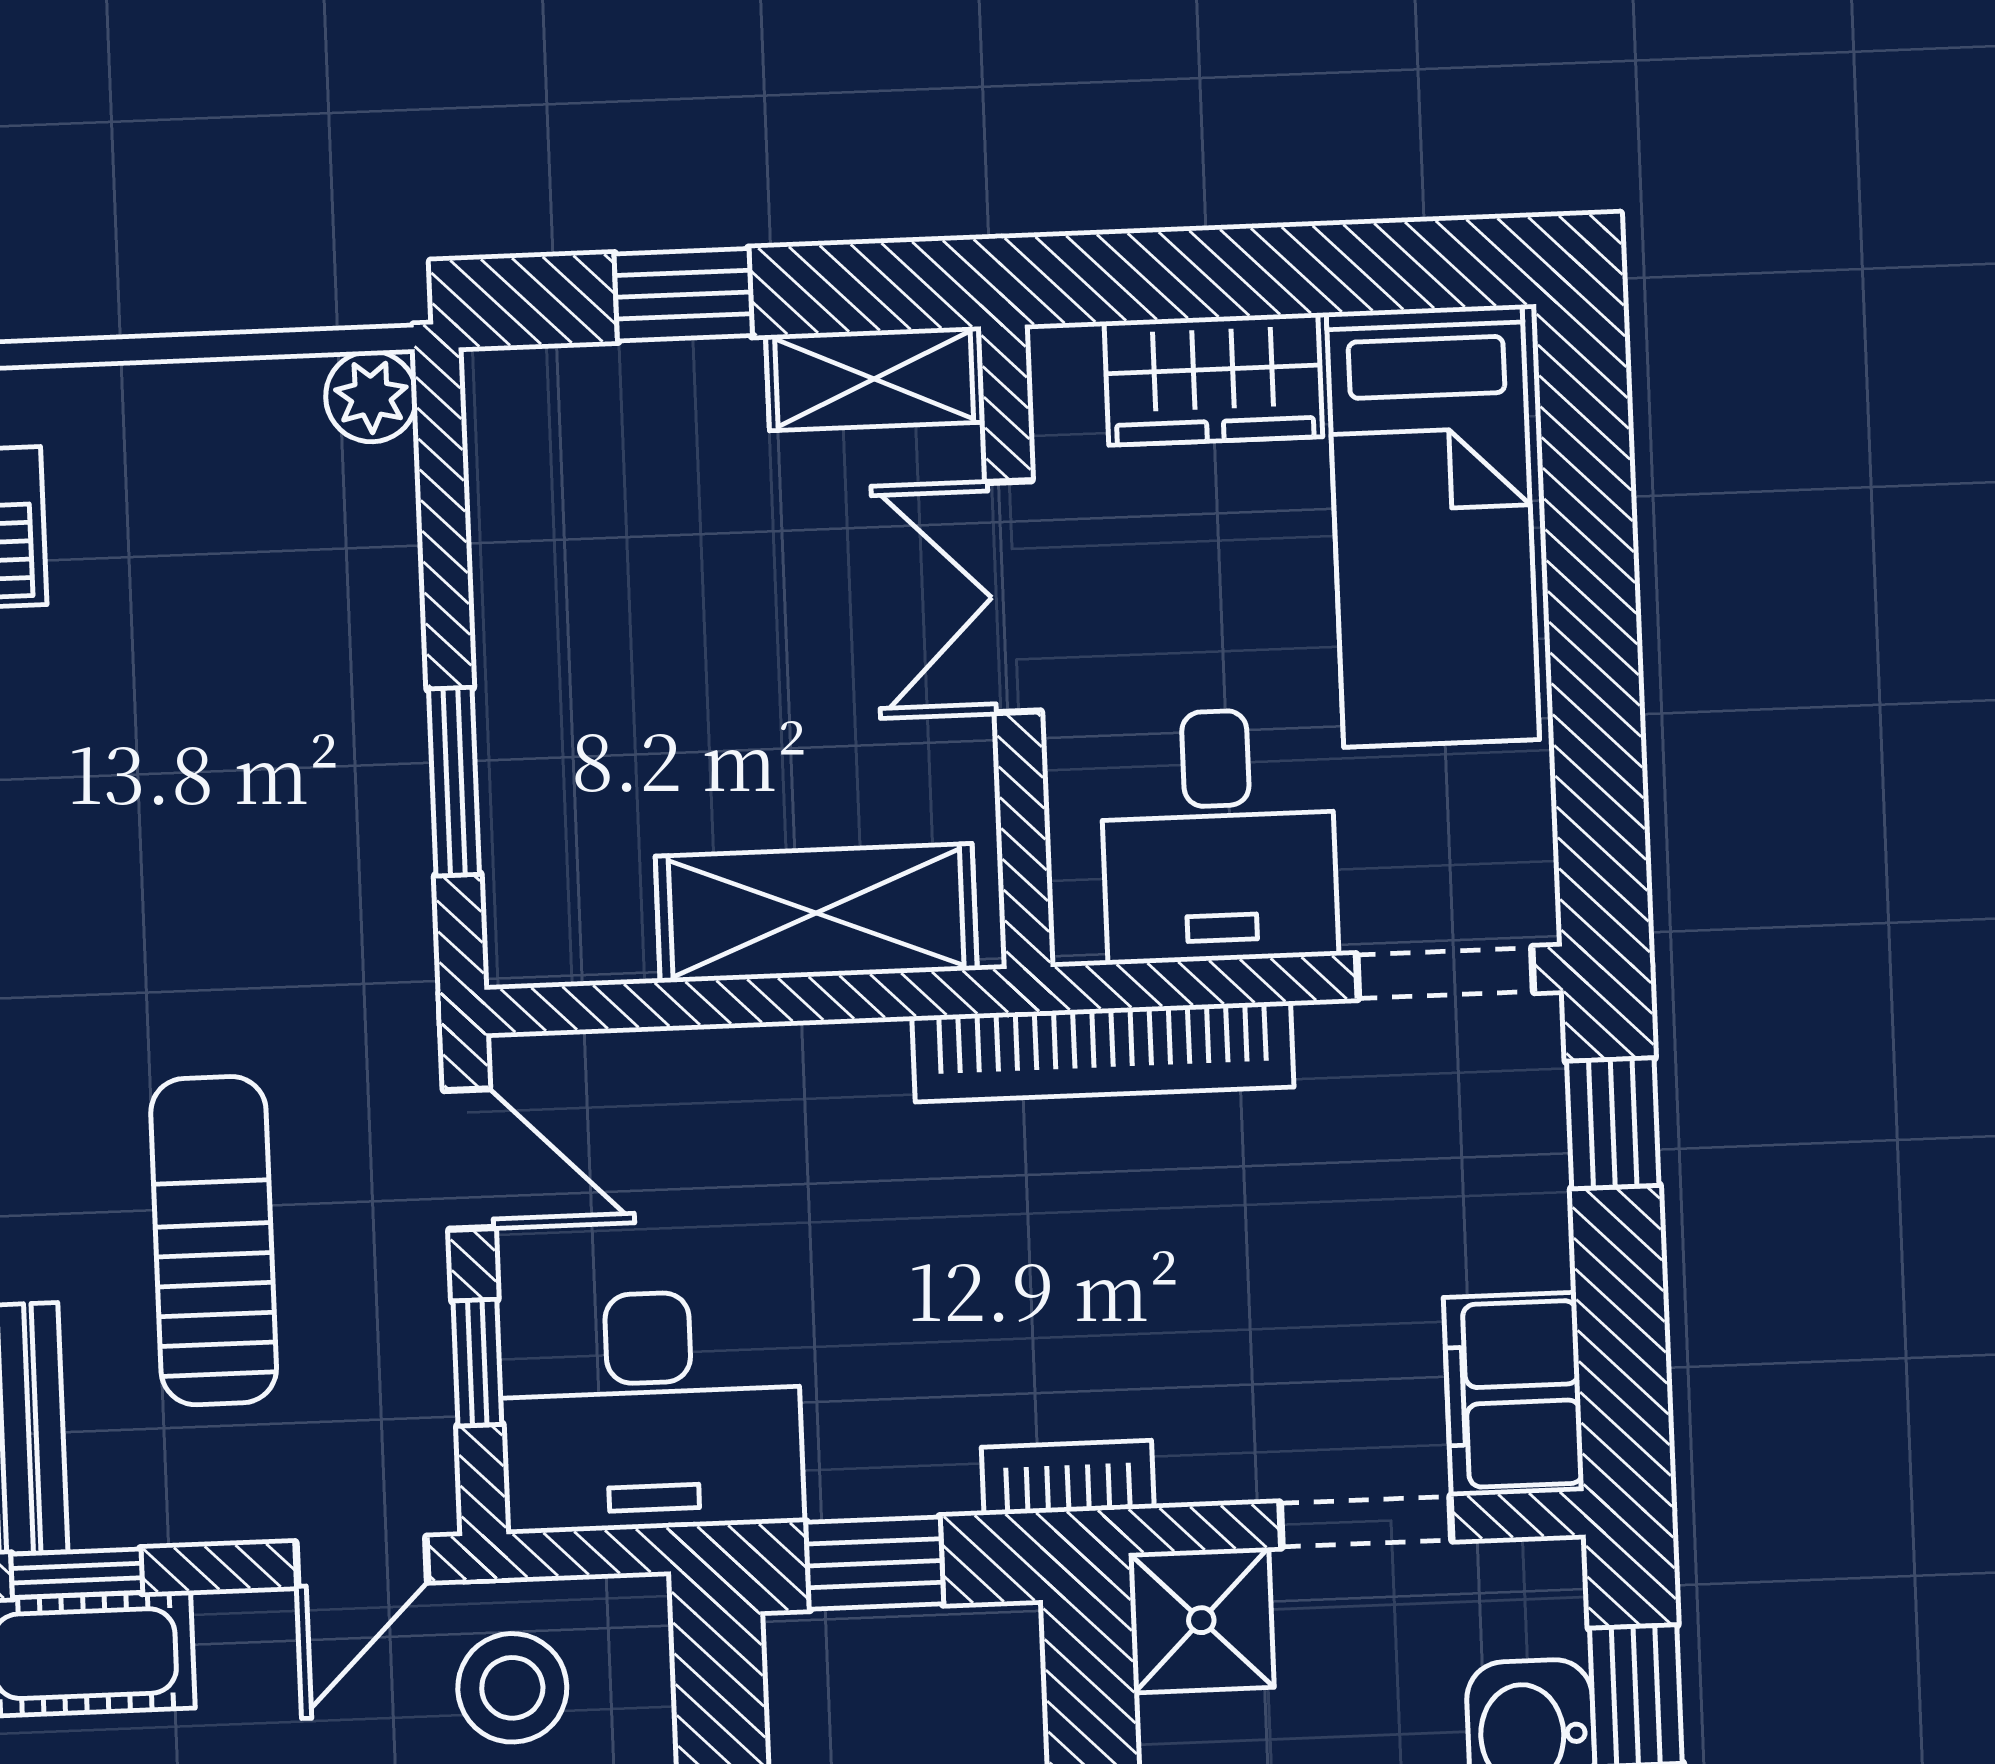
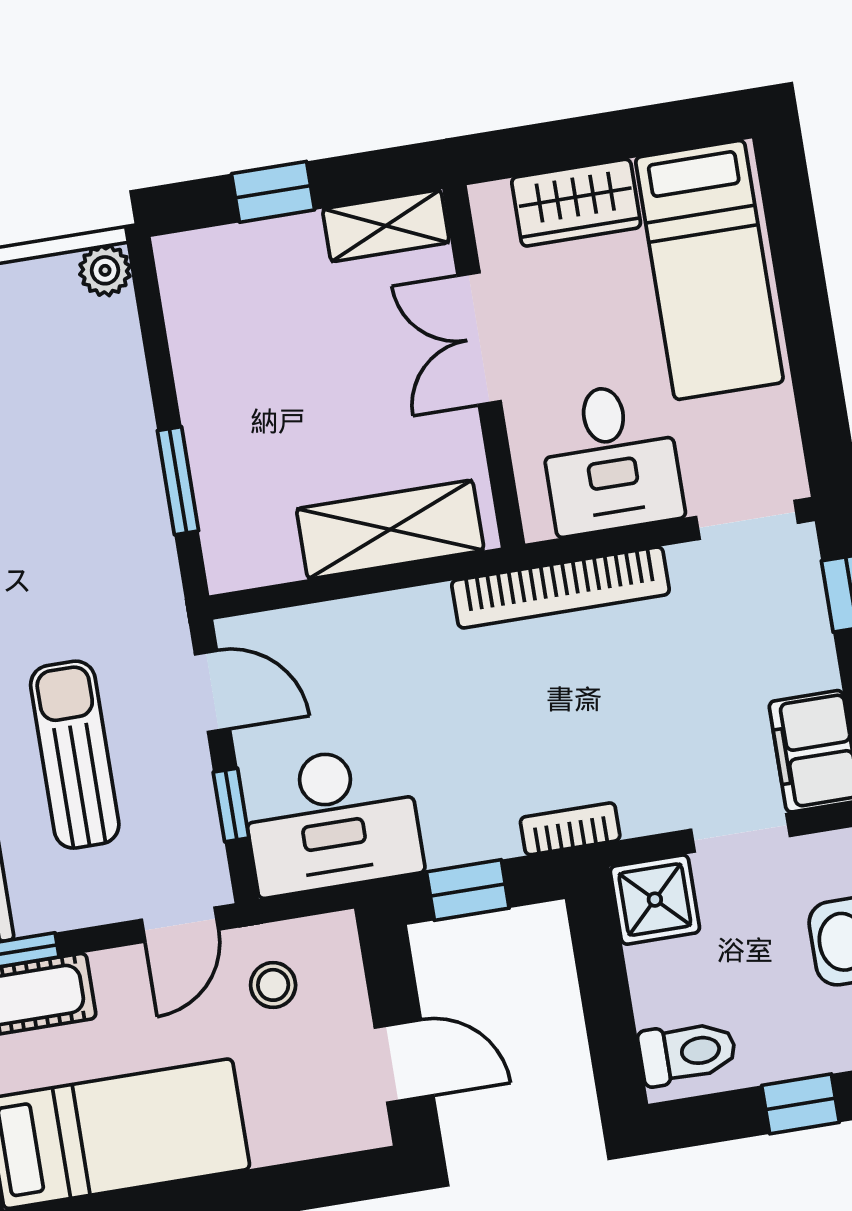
stool: (512, 1688) -> (273, 985), width x0.73, depth x0.73

